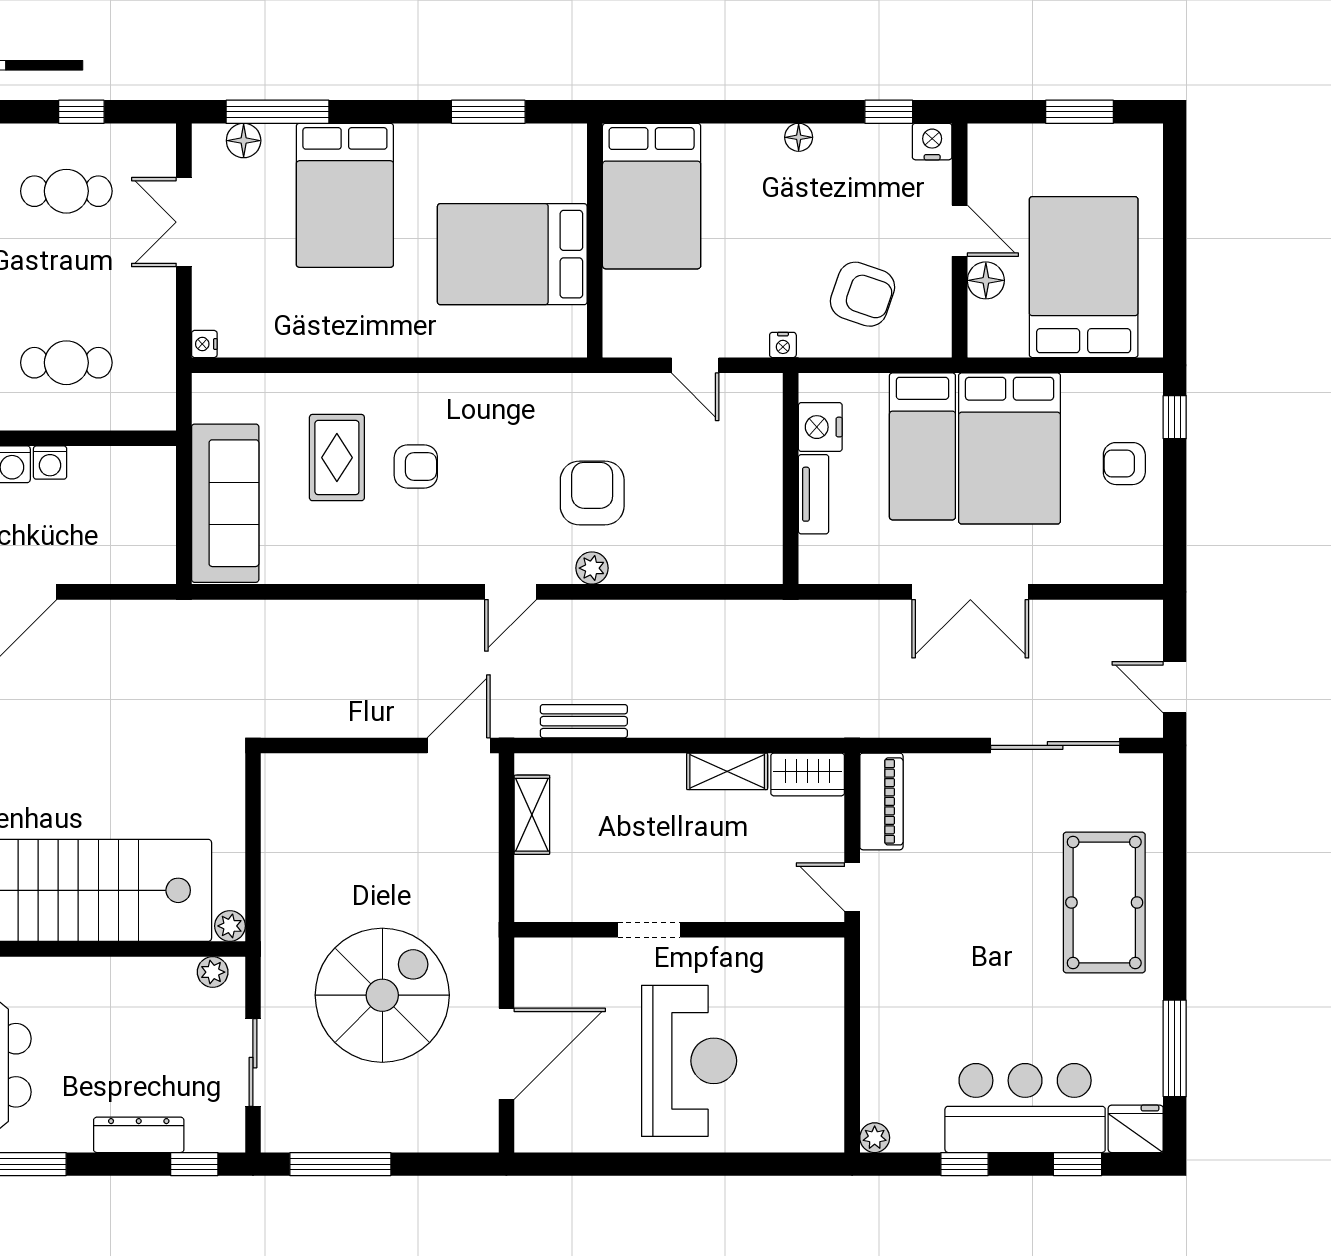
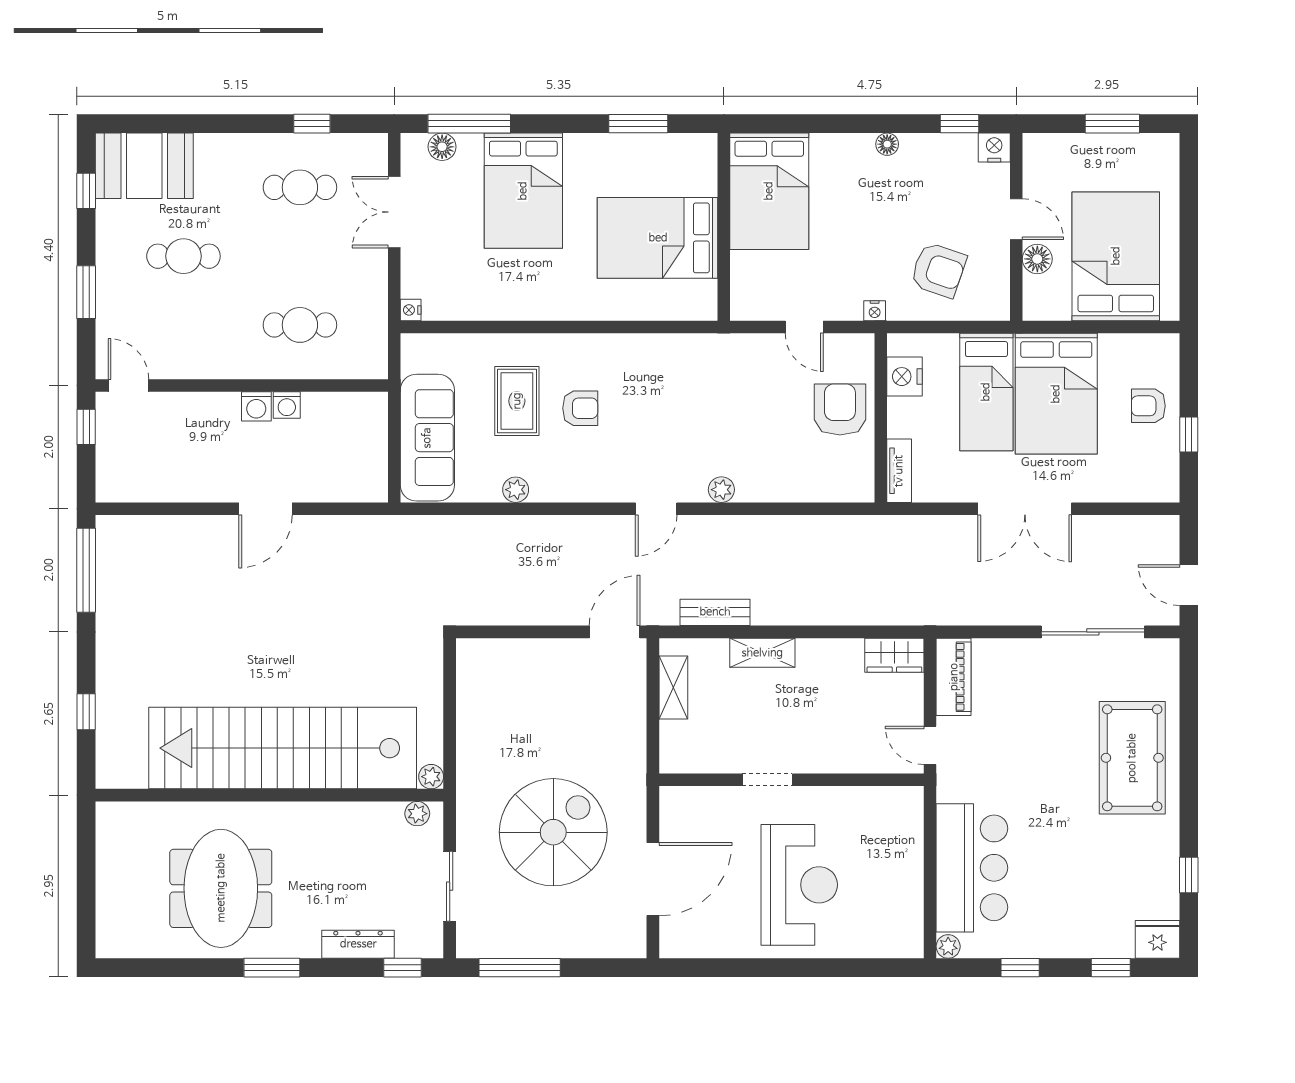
window: (1175, 417) -> (1189, 434), moved
armchair: (592, 493) -> (840, 409), moved
tv unit: (813, 494) -> (899, 471), moved
plant: (335, 568) -> (516, 490), added
shelving: (727, 771) -> (762, 653), moved
window: (1175, 1048) -> (1189, 875), width x0.46
bar counter: (1025, 1108) -> (972, 868), moved, turned 90

